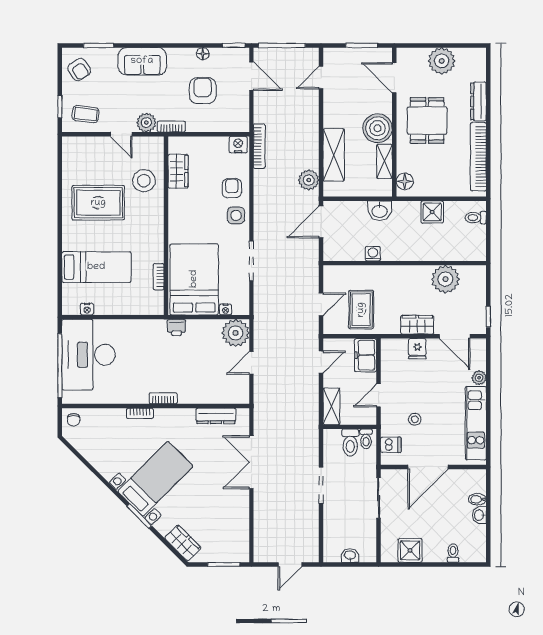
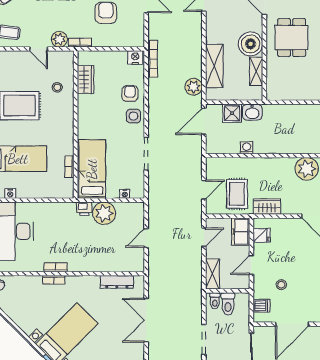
stool: (144, 181) -> (57, 87), width x0.53, depth x0.53
floor lamp: (405, 181) -> (273, 88), removed
shower: (432, 212) -> (232, 113), moved
bed: (194, 279) -> (92, 169), width x0.67
wardrobe: (417, 325) -> (267, 206), moved
plant: (236, 333) -> (104, 213), moved
fridge: (417, 349) -> (262, 235), moved, turned -90
bookcase: (163, 398) -> (56, 267), moved
toilet: (366, 439) -> (215, 301), moved

